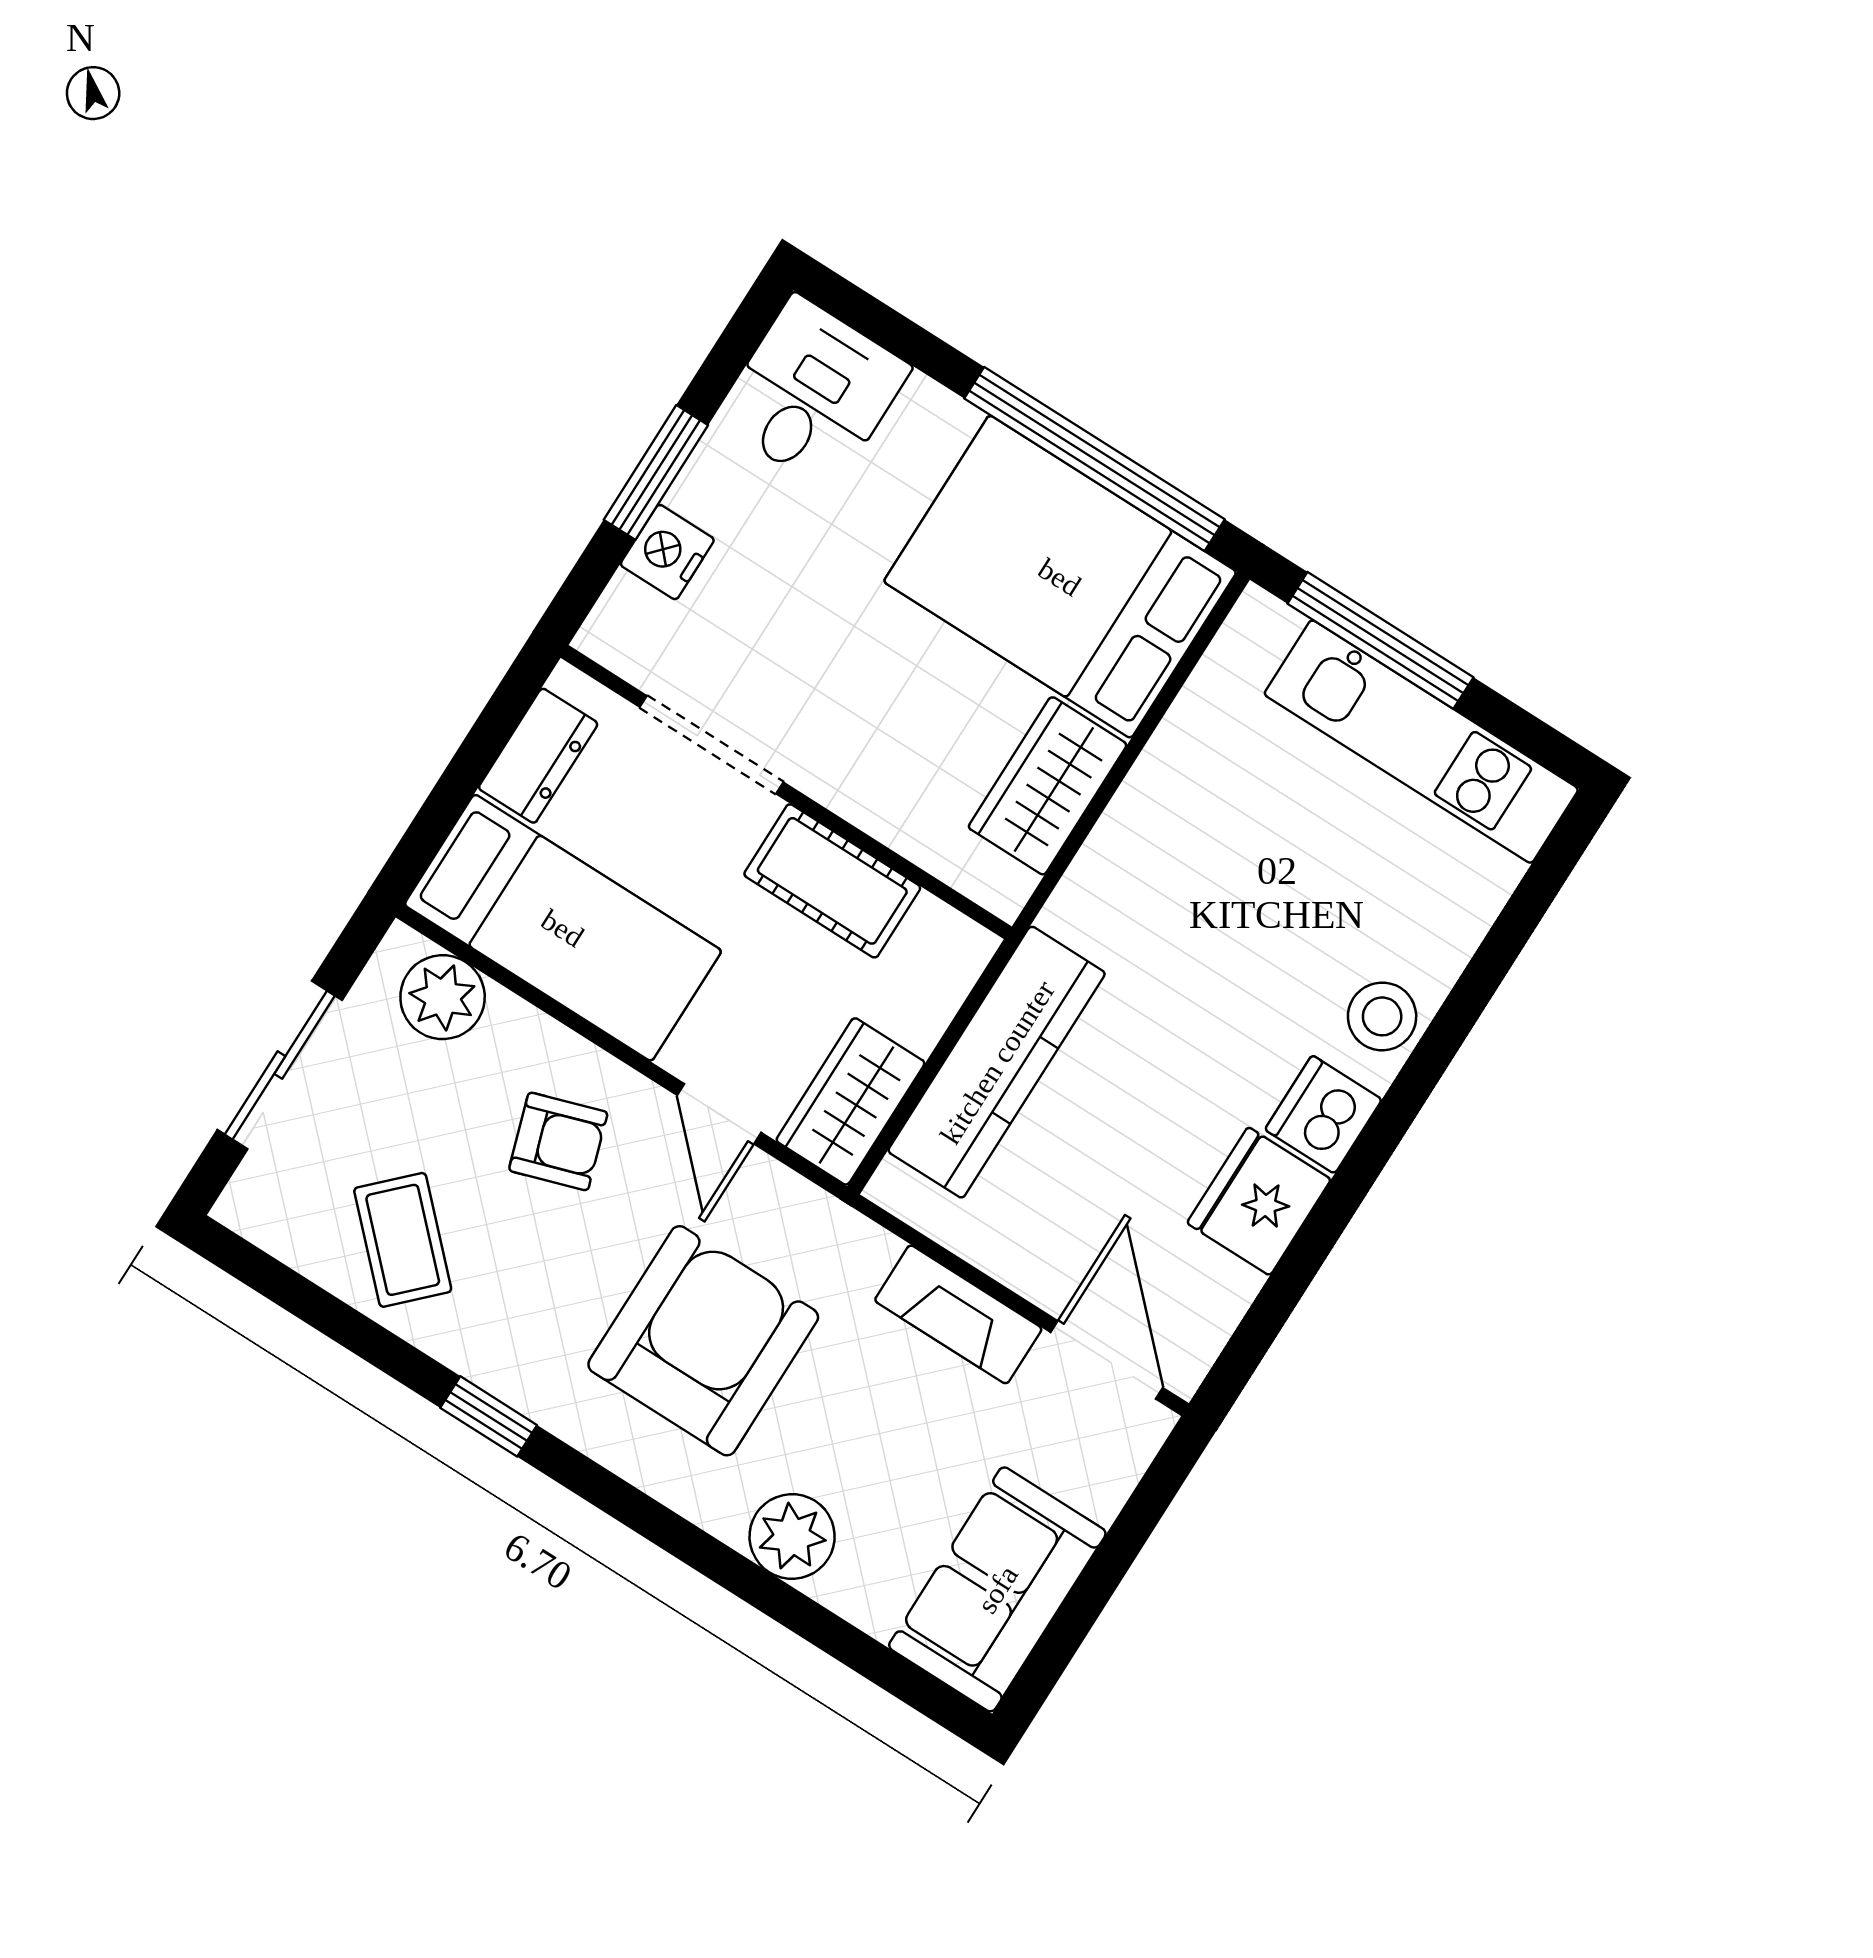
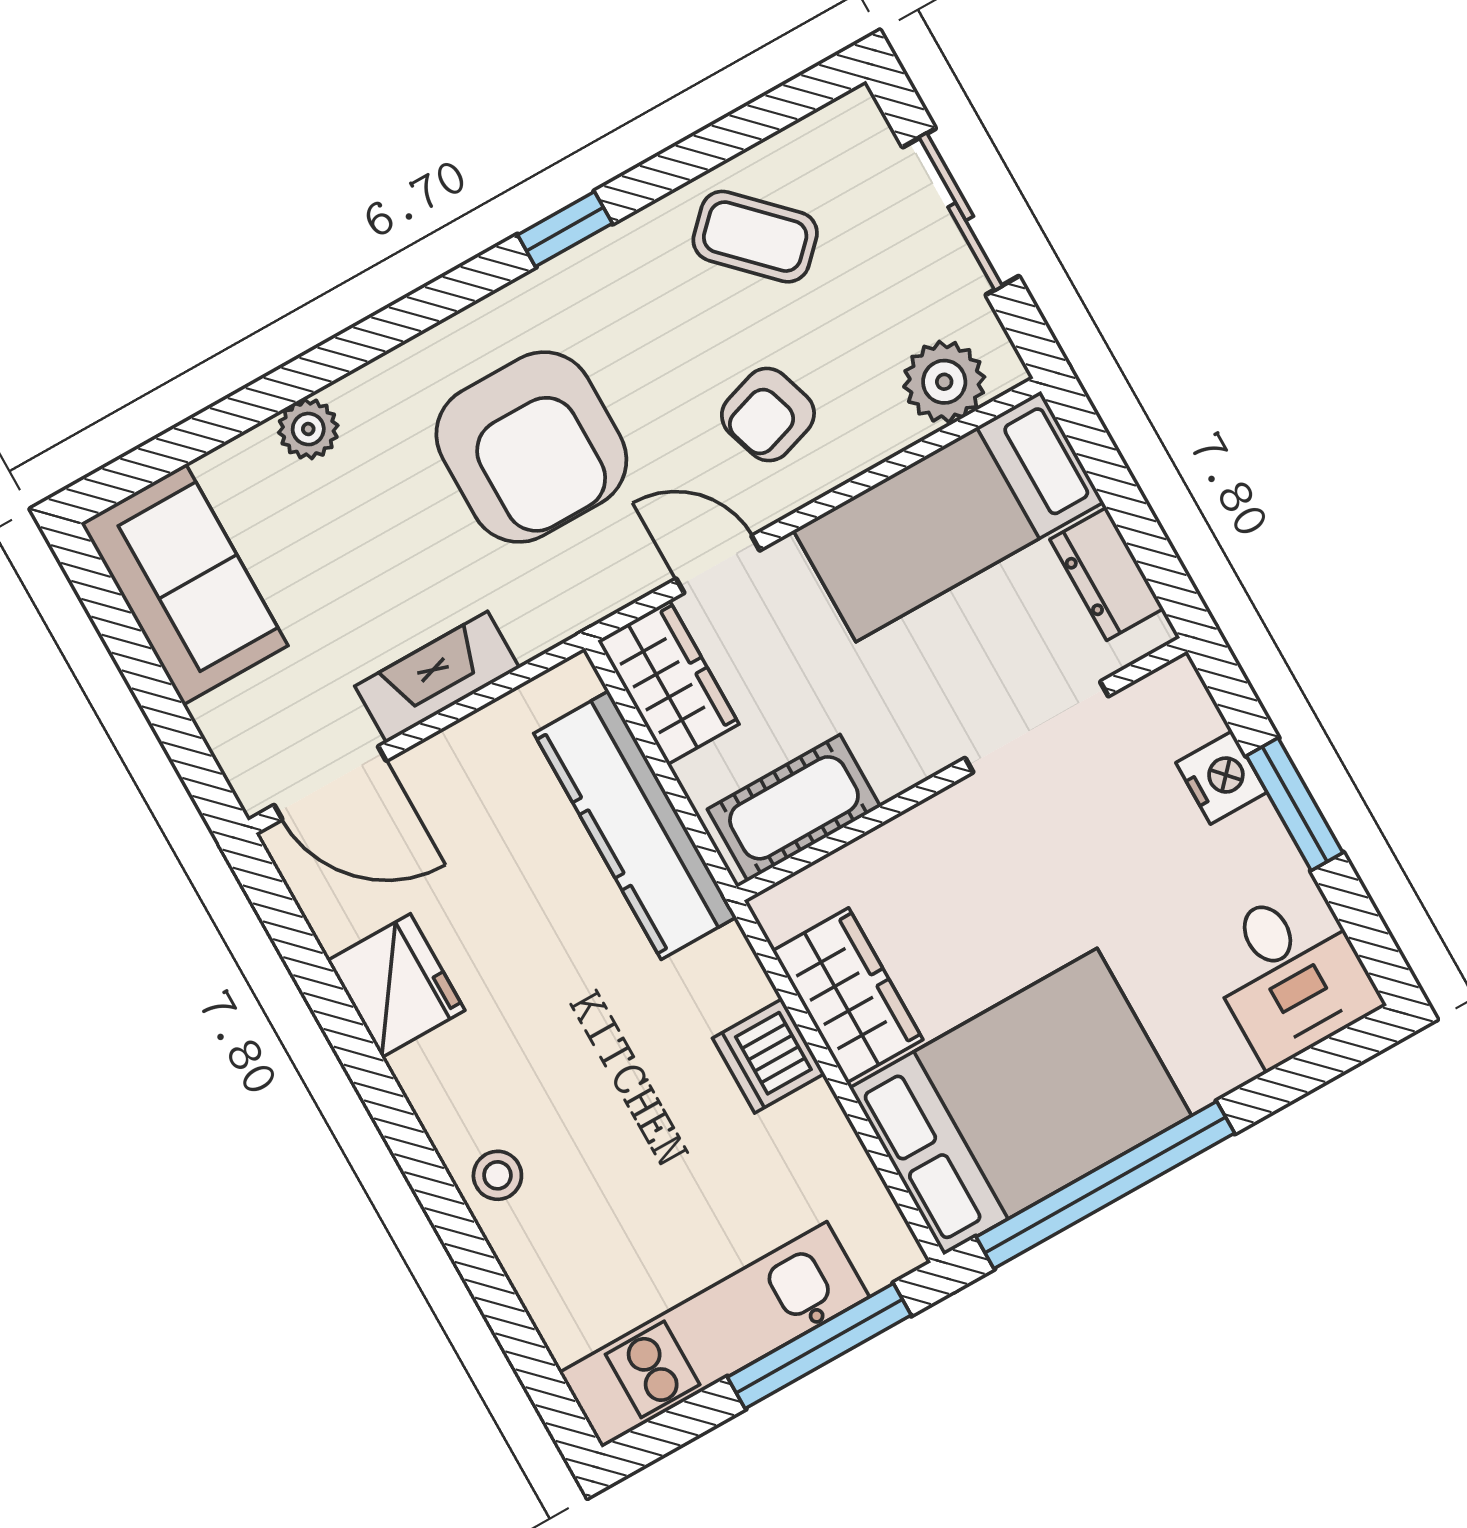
cot: (832, 881) -> (794, 808), moved
stool: (1382, 1016) -> (497, 1175), width x0.73, depth x0.73
dishwasher: (1323, 1114) -> (769, 1056), moved, turned 180
plant: (792, 1536) -> (308, 429), width x0.73, depth x0.73

